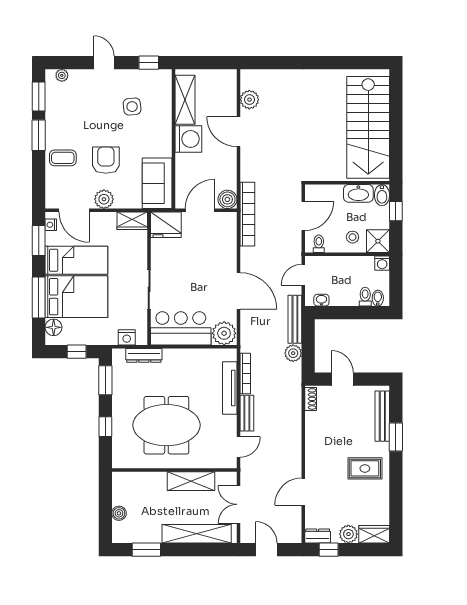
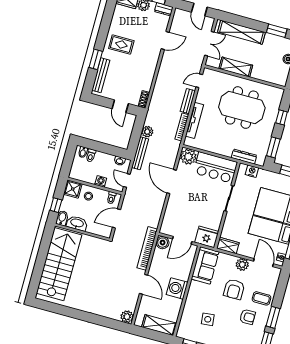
shelving: (185, 100) -> (159, 325), moved, turned 90
plant: (249, 100) -> (127, 317), moved
armchair: (76, 126) -> (247, 317), added
bookcase: (247, 214) -> (147, 248), moved
washing machine: (382, 263) -> (101, 181), moved
door: (303, 275) -> (127, 180), swing flipped

